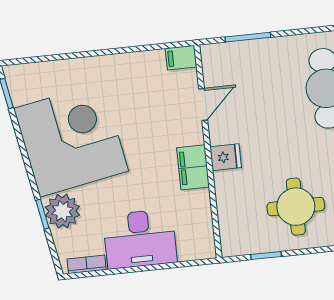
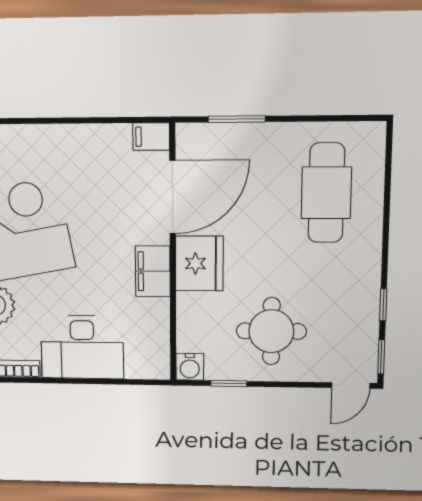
door: (203, 104) -> (173, 197), width x1.88
fridge: (226, 157) -> (199, 263), width x1.88, depth x1.34
water cooler: (232, 245) -> (190, 367), added

